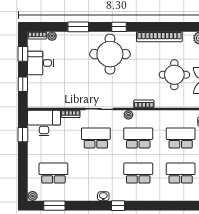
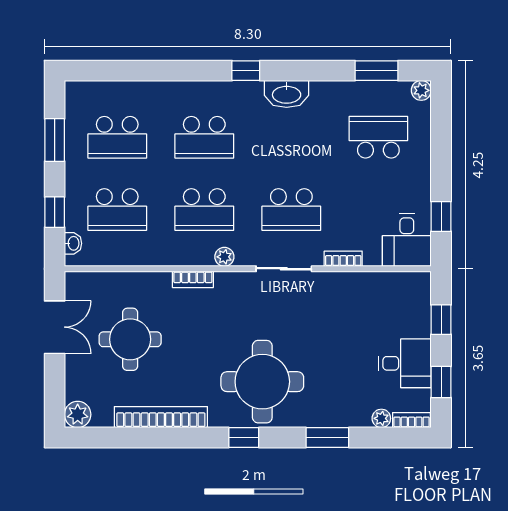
desk: (44, 123) -> (407, 240), width x0.73
school desk: (53, 173) -> (378, 137), turned 180
washbasin: (103, 196) -> (287, 94), width x1.91, depth x1.45

